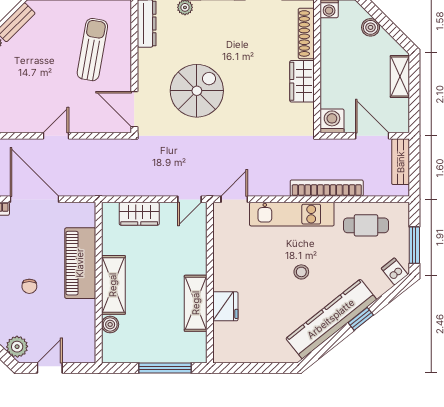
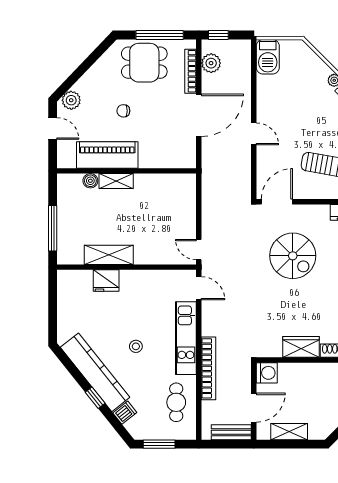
shelving: (400, 77) -> (289, 432), moved
wardrobe: (139, 214) -> (186, 206), removed
piano: (80, 263) -> (107, 155), moved
dishwasher: (395, 271) -> (125, 413), moved
shelving: (113, 285) -> (116, 181), width x0.67, depth x0.75

